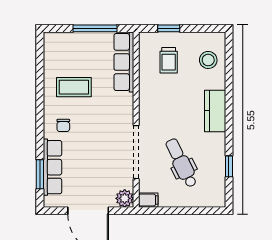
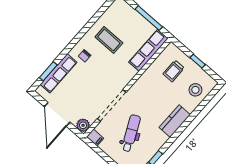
window: (169, 28) -> (198, 61), moved

